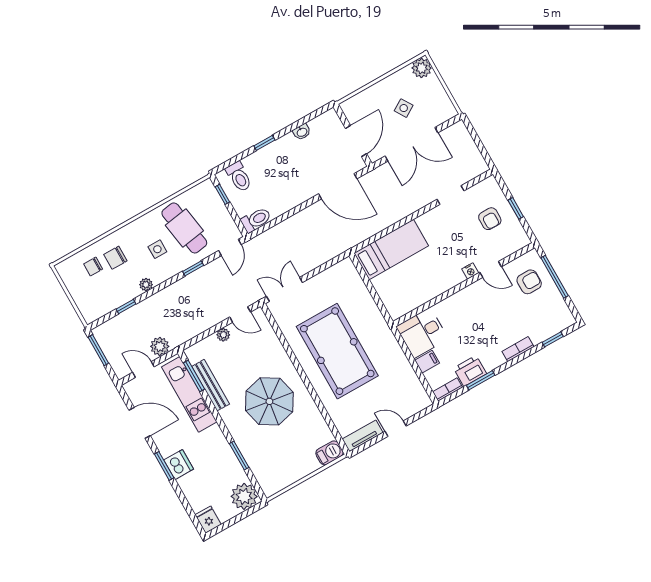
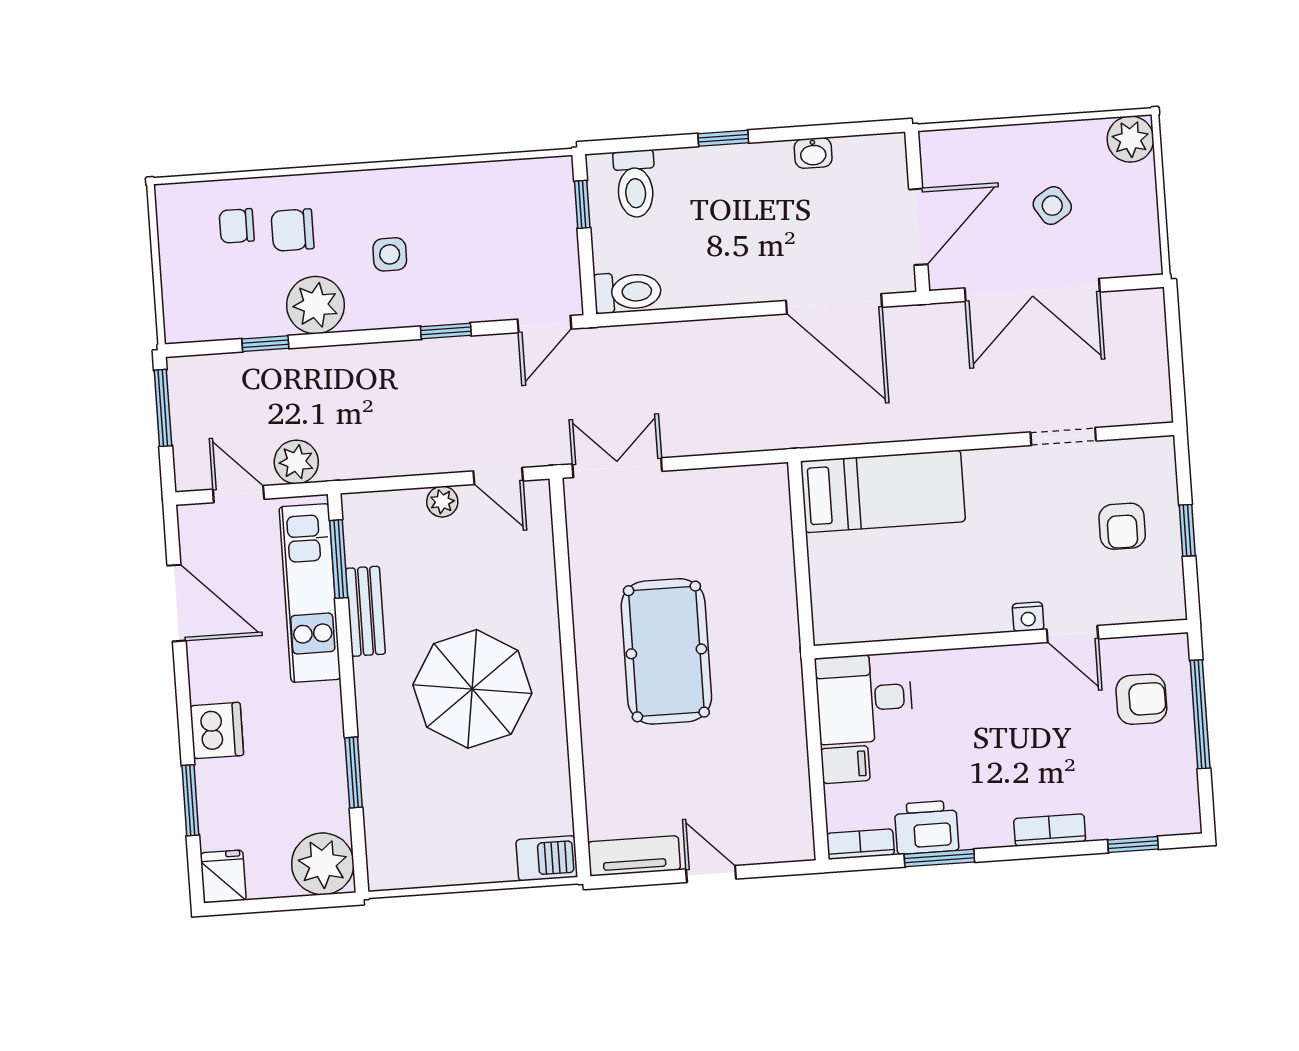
cafe table: (184, 228) -> (468, 237), removed
plant: (146, 285) -> (315, 305), width x1.87, depth x1.87
pool table: (337, 351) -> (666, 651), width x0.73, depth x0.76
bench: (211, 385) -> (365, 611), width x0.73
window: (164, 466) -> (190, 800), moved

